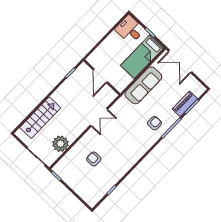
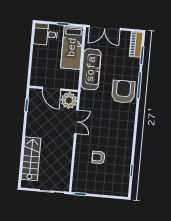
piano: (185, 104) -> (136, 44), moved
armchair: (154, 123) -> (123, 92), width x1.88, depth x1.88
plant: (60, 144) -> (69, 100), moved

